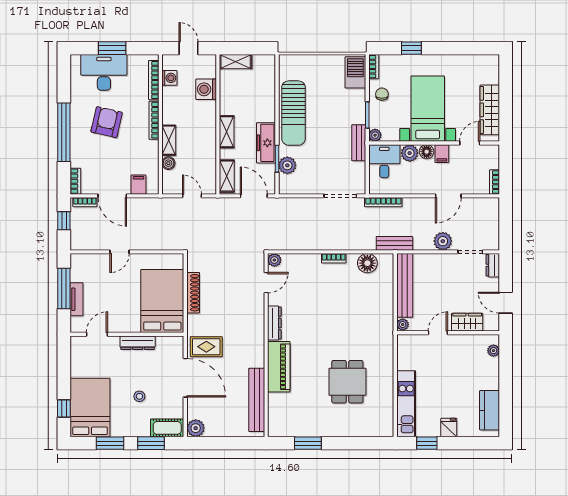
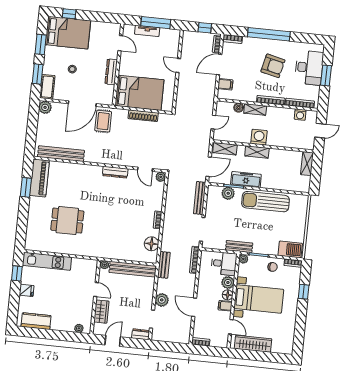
washing machine: (206, 89) -> (259, 137), moved
bench: (298, 204) -> (200, 198), added
piano: (279, 367) -> (39, 178), moved, turned -90

